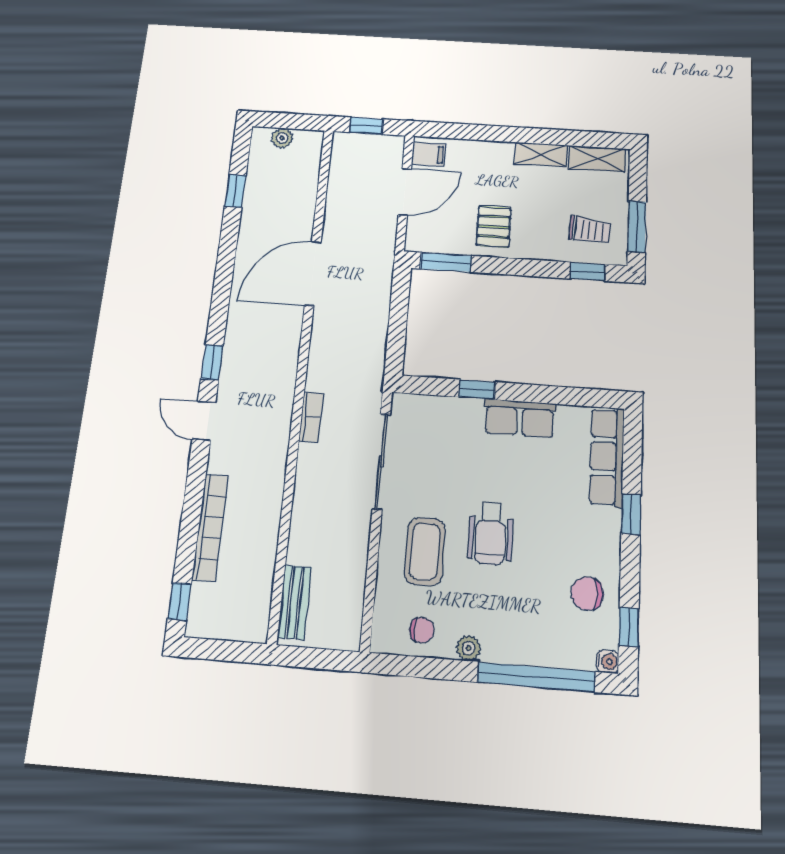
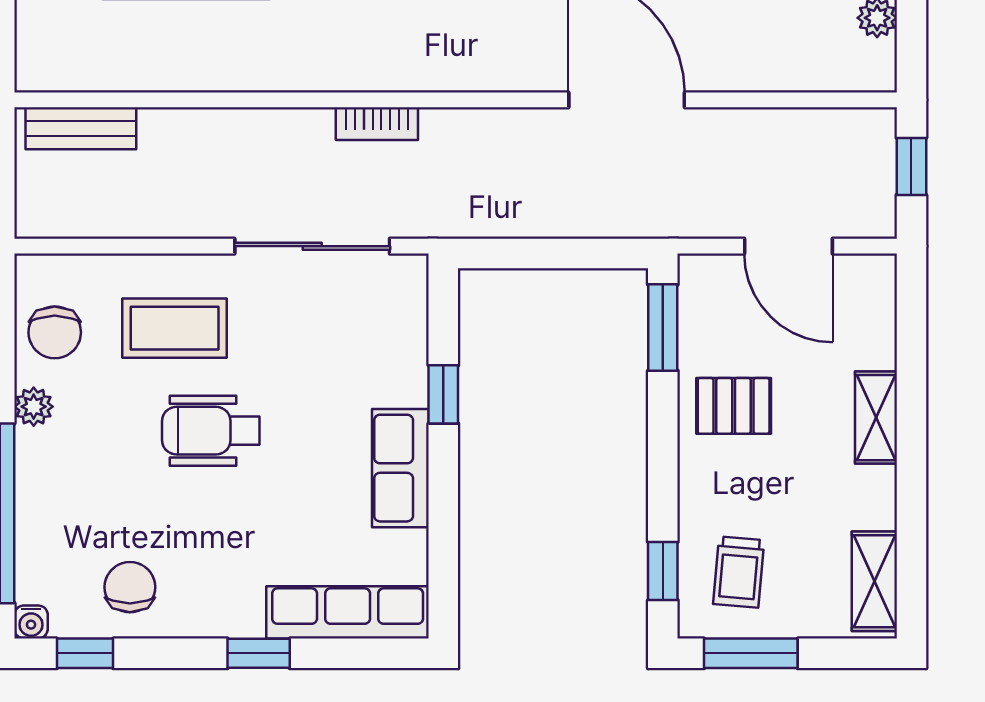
filing cabinet: (429, 154) -> (863, 283), removed
shelving: (541, 154) -> (876, 418), moved
chair: (422, 630) -> (55, 332), width x1.37, depth x1.37

